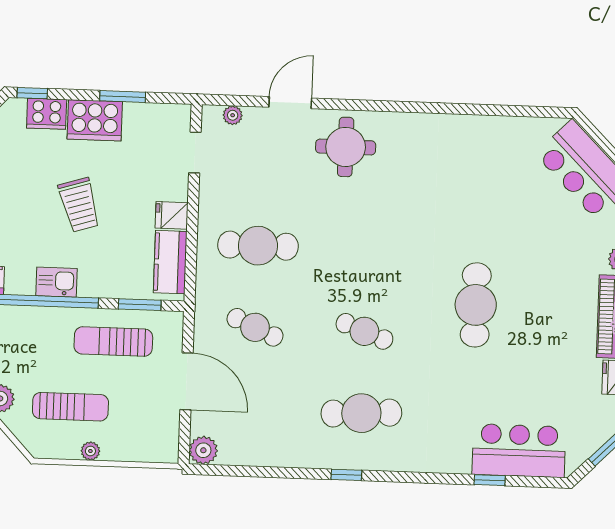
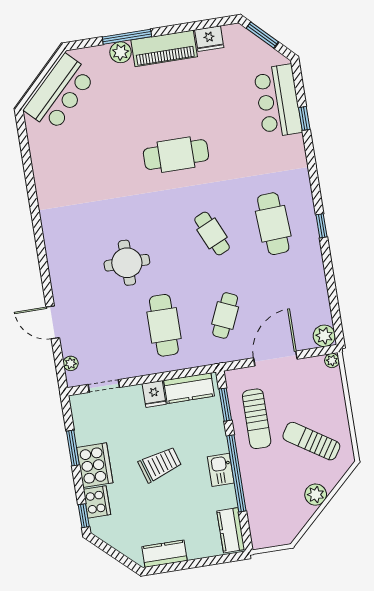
round table: (346, 147) -> (127, 263), moved
cafe table: (364, 331) -> (212, 233), turned -45
sun lounger: (70, 407) -> (311, 441), turned -57
plant: (90, 451) -> (332, 361), moved

